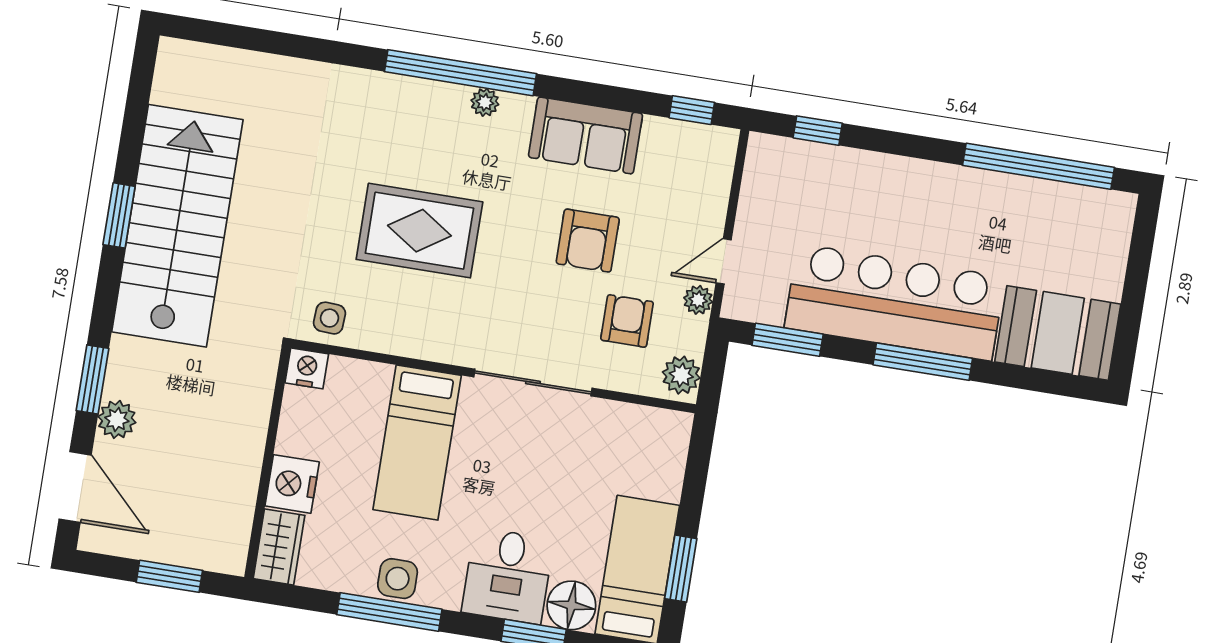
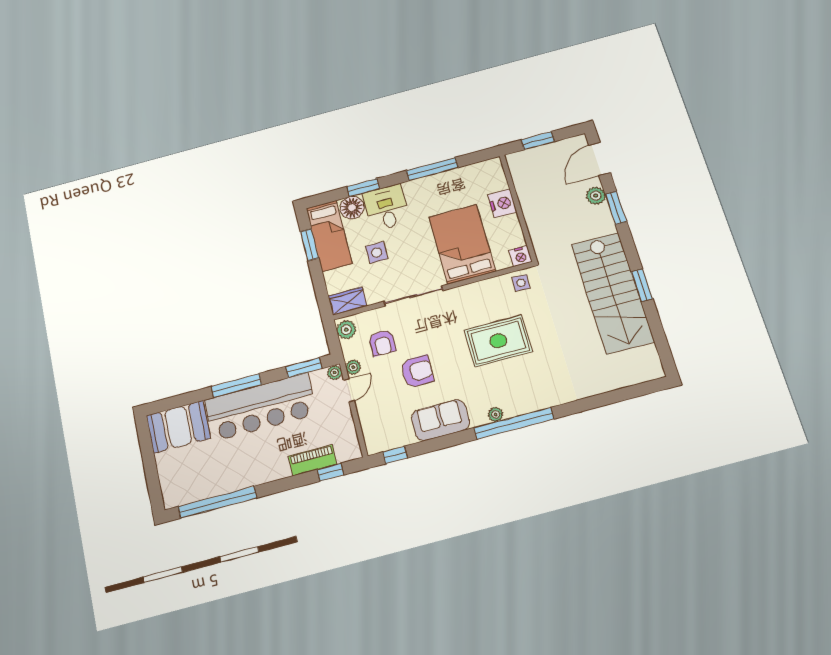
piano: (841, 165) -> (313, 460), added
armchair: (588, 241) -> (417, 371), turned 90
plant: (736, 305) -> (335, 373), added
bed: (417, 443) -> (462, 244), width x1.50
door: (75, 487) -> (599, 159), hinge flipped
wardrobe: (279, 547) -> (347, 301), moved, turned 90
side table: (398, 579) -> (377, 253), moved

